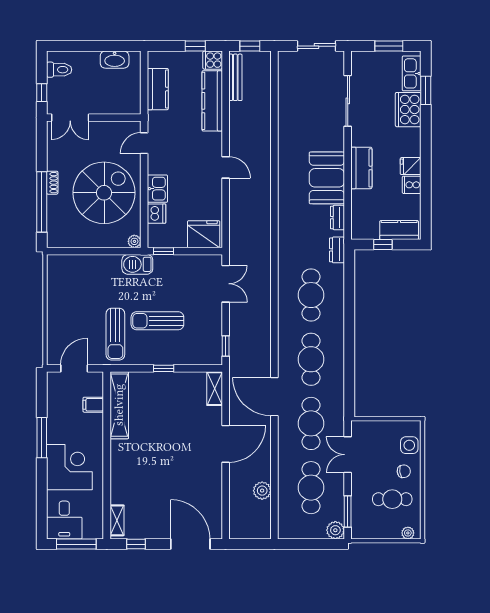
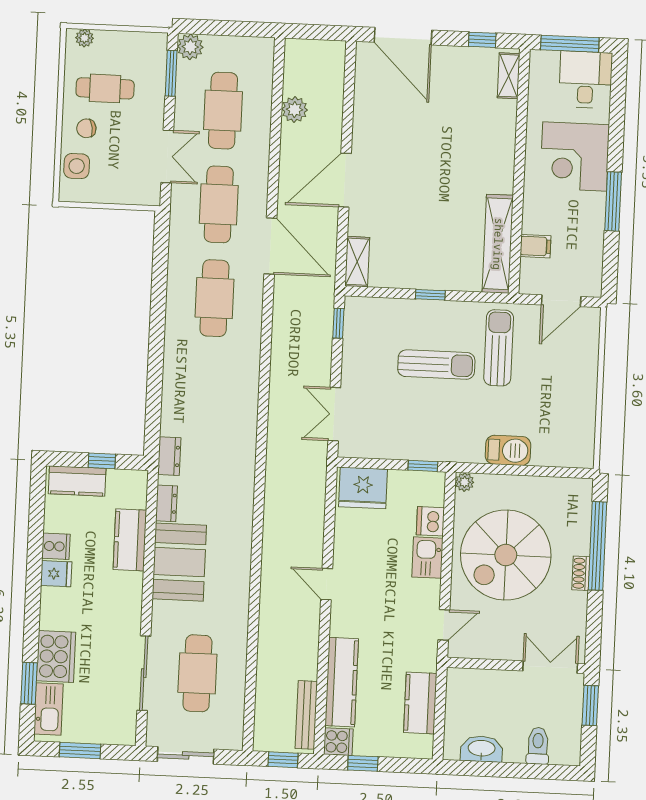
toilet: (59, 70) -> (538, 746), moved, turned 90
window: (42, 93) -> (590, 705), width x1.50
kitchen counter: (361, 168) -> (130, 540), moved
barbecue: (137, 264) -> (508, 450), moved
cafe table: (311, 295) -> (197, 673), moved

